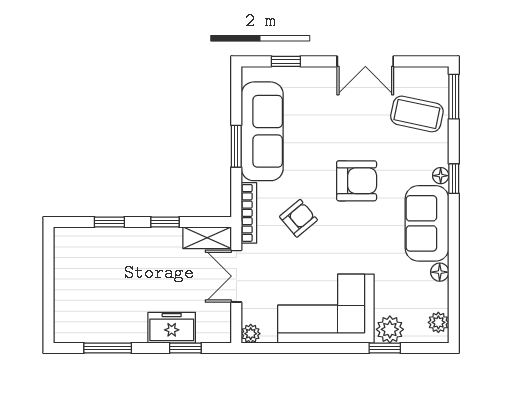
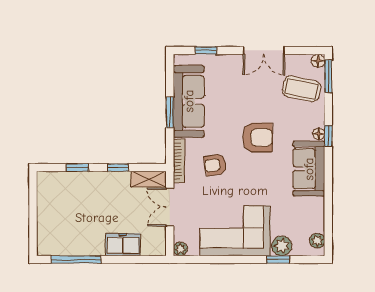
armchair: (298, 218) -> (215, 165), turned -150
floor lamp: (440, 272) -> (318, 61), moved
window: (108, 348) -> (76, 259), width x1.44
window: (185, 348) -> (133, 259), removed

